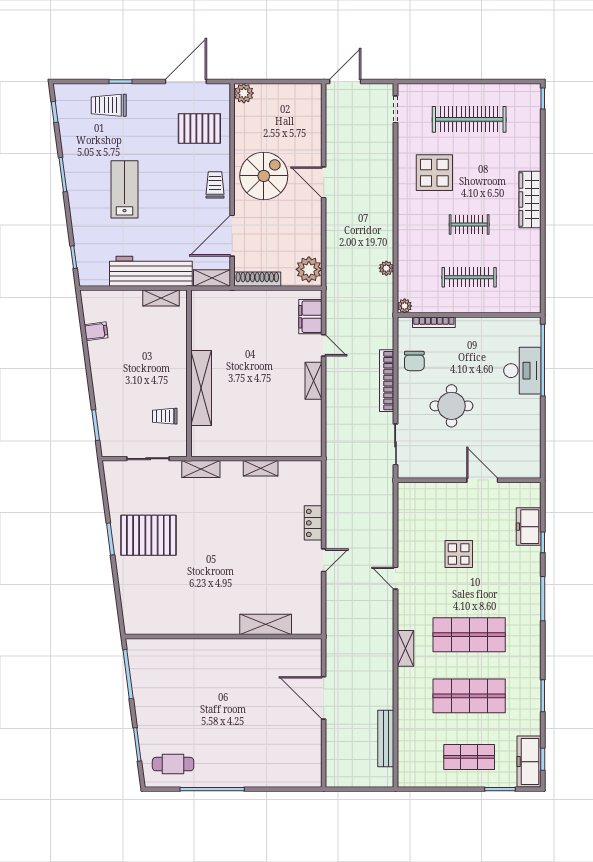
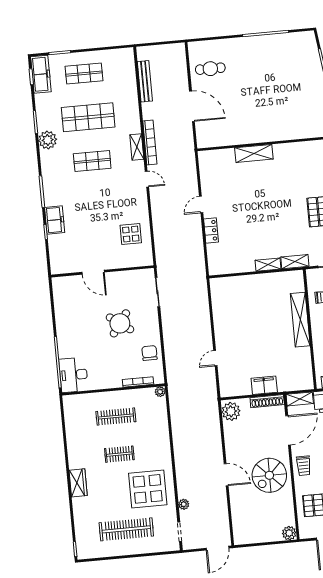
display table: (434, 173) -> (148, 489), width x1.36, depth x1.36
wardrobe: (530, 199) -> (78, 483), width x0.67
plant: (386, 268) -> (184, 504), moved
filing cabinet: (310, 317) -> (264, 385), moved, turned -90
door: (324, 345) -> (215, 358), hinge flipped
desk: (522, 371) -> (74, 375), moved
shelving: (313, 381) -> (220, 332), removed
bookcase: (387, 381) -> (150, 142), moved
round table: (451, 406) -> (120, 323), turned 36
shelving: (261, 468) -> (268, 265), moved
freezer: (529, 527) -> (55, 220), moved
display table: (459, 554) -> (131, 234), moved
door: (396, 578) -> (147, 179), moved
shelving: (266, 624) -> (254, 153), moved
shop shelf: (469, 635) -> (92, 161), width x0.70, depth x0.74
plant: (528, 670) -> (48, 140), added
cafe table: (173, 764) -> (210, 69), moved

